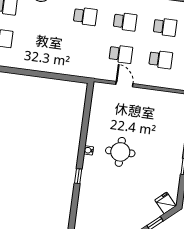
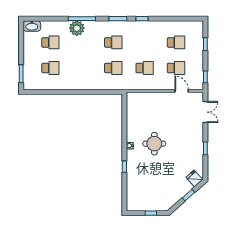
school desk: (125, 22) -> (113, 68), moved
door: (124, 84) -> (182, 91), moved

